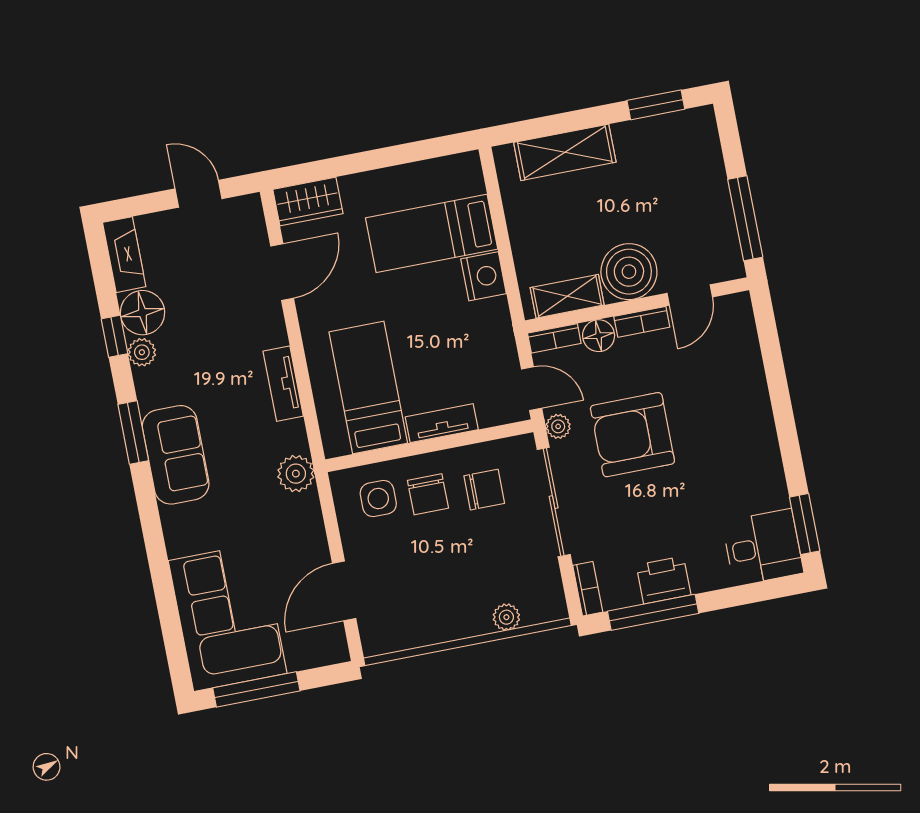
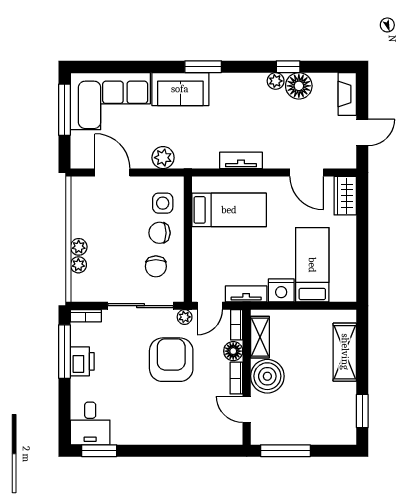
fireplace: (124, 255) -> (347, 94), moved, turned 90
tv unit: (442, 423) -> (246, 294), moved, turned -90
window: (133, 432) -> (203, 67), moved
sofa: (176, 455) -> (180, 89), moved
plant: (296, 474) -> (163, 158), moved
plant: (477, 622) -> (79, 247), added

